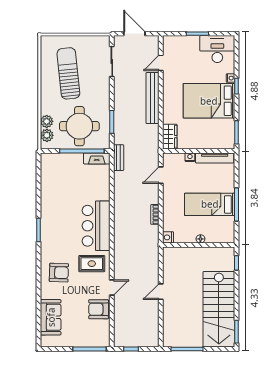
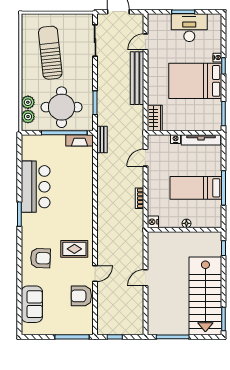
desk: (217, 49) -> (189, 28), moved
bar counter: (96, 226) -> (36, 187), moved, turned 180

